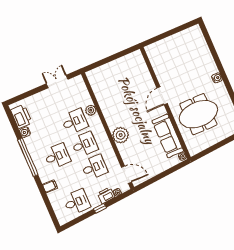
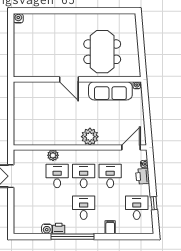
water cooler: (217, 78) -> (18, 18), moved
printer: (21, 116) -> (59, 229), moved, width x0.53, depth x0.68
window: (100, 208) -> (154, 203), moved

